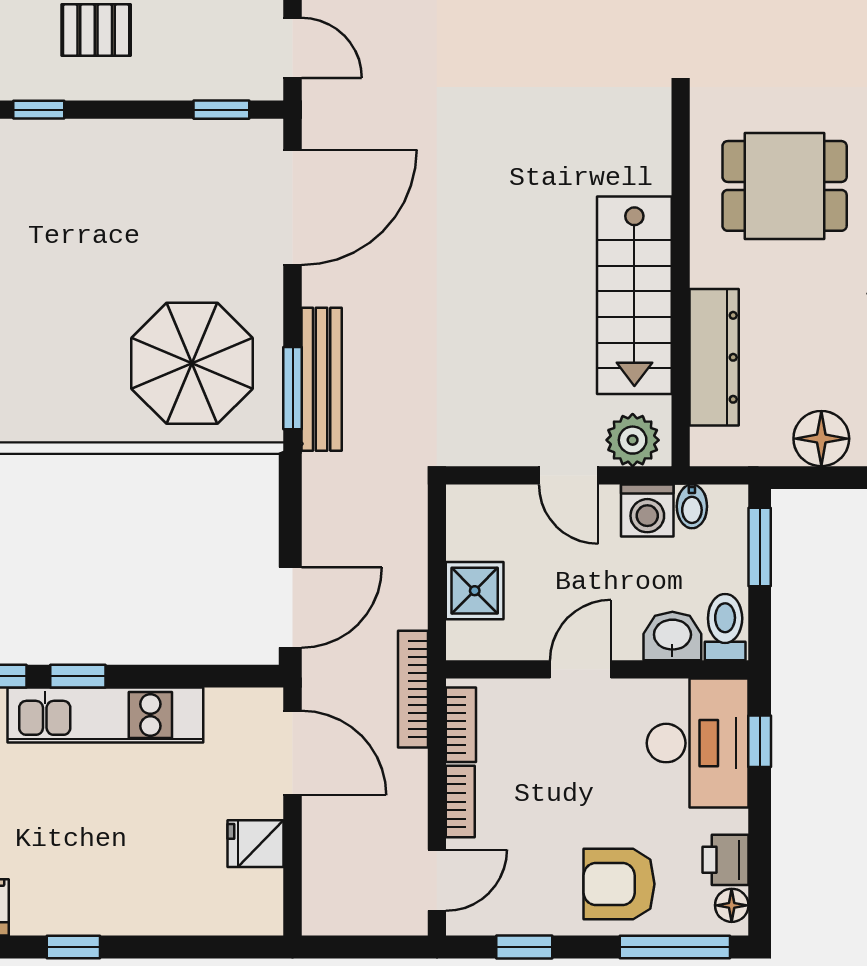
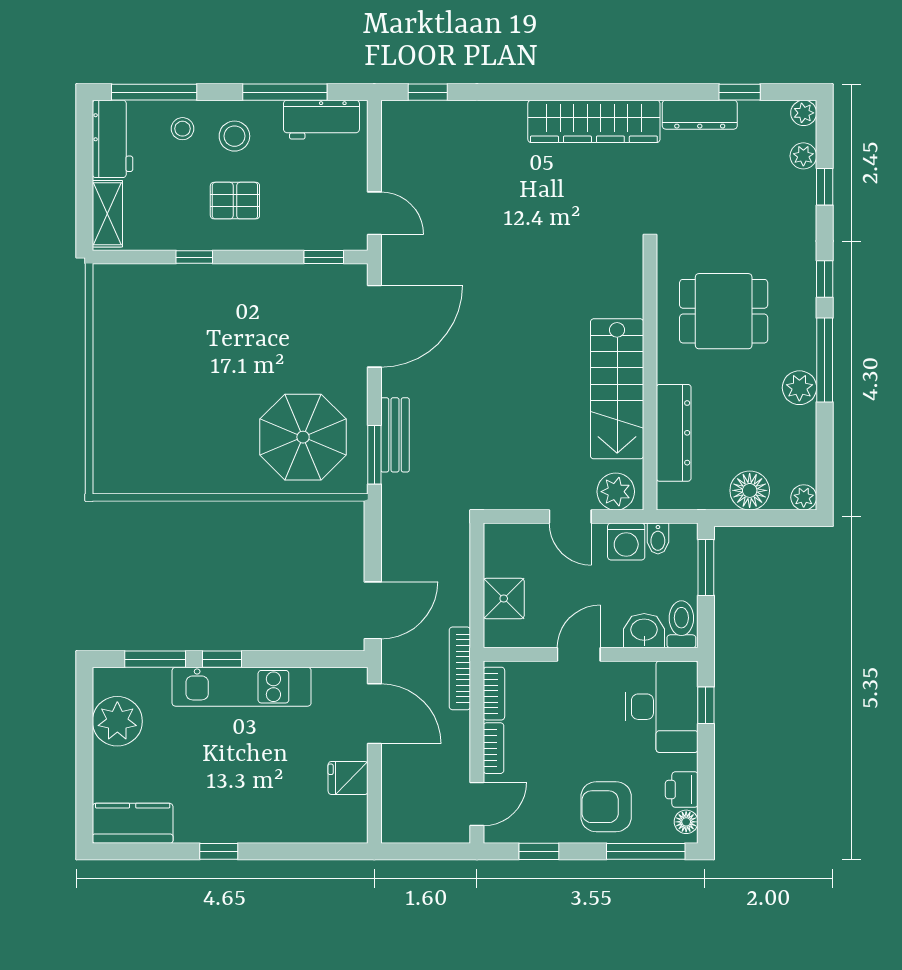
bench: (322, 379) -> (395, 435), width x0.73

